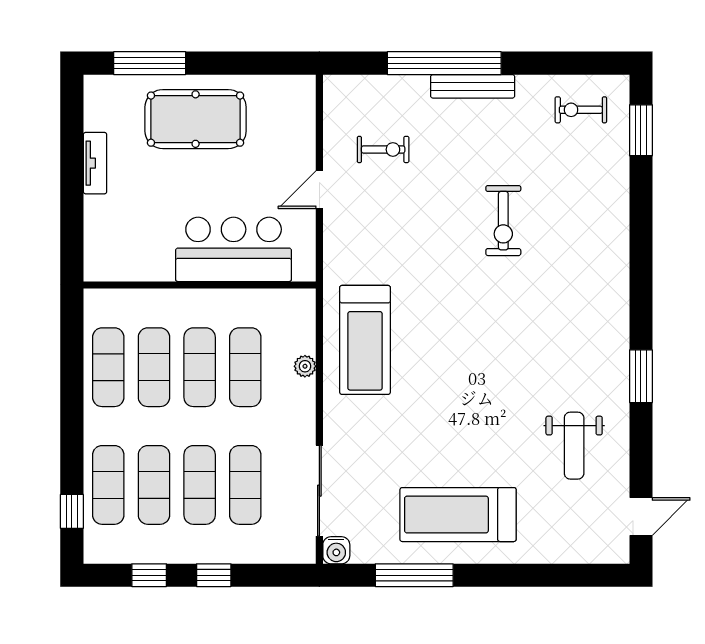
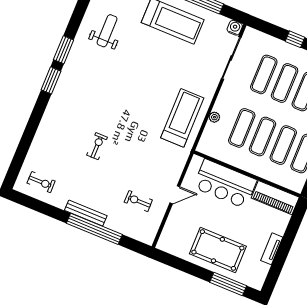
window: (641, 130) -> (51, 80), moved
exercise bike: (503, 221) -> (97, 146), width x0.73, depth x0.72
piano: (128, 262) -> (275, 198), added

